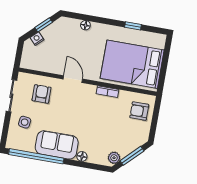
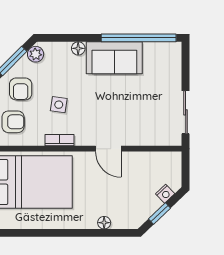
window: (133, 26) -> (41, 233), removed
armchair: (42, 94) -> (21, 89), moved
side table: (25, 122) -> (59, 105), moved

